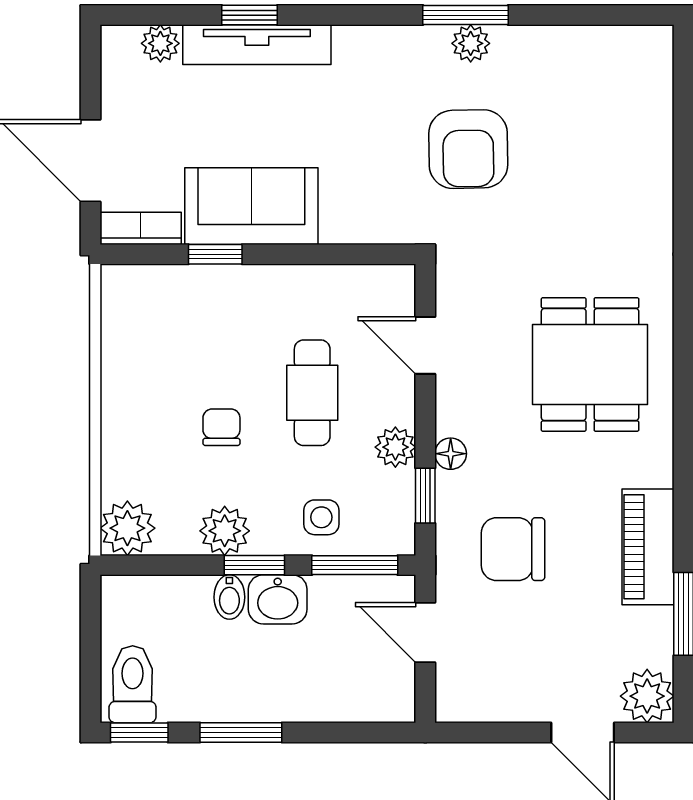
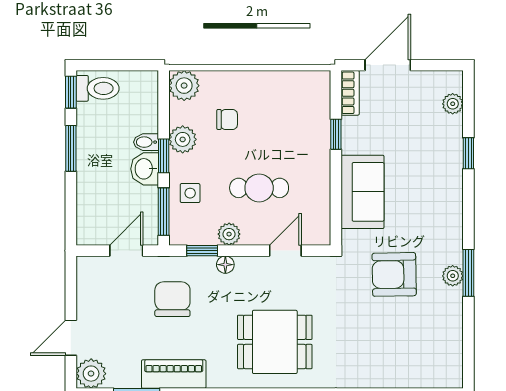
tv unit: (257, 45) -> (452, 157), removed
sofa: (251, 206) -> (363, 192), moved
chair: (221, 427) -> (227, 119), moved

